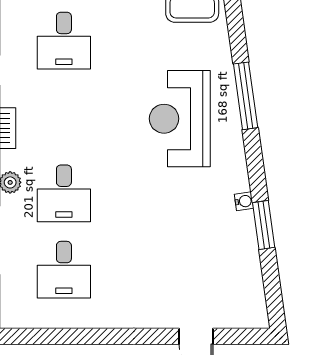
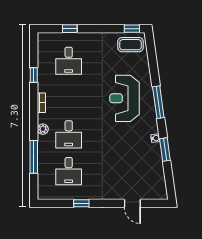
window: (246, 96) -> (158, 102), moved
window: (90, 336) -> (81, 203), added

